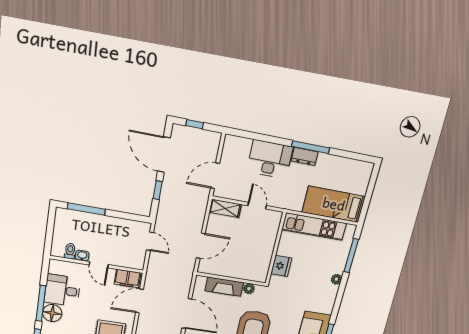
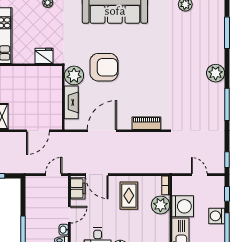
door: (150, 241) -> (54, 175), moved
door: (201, 246) -> (38, 131), swing flipped
plant: (249, 289) -> (74, 75), width x1.87, depth x1.87

